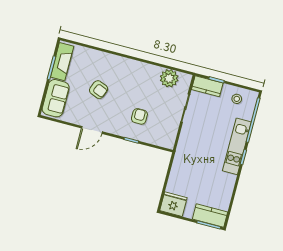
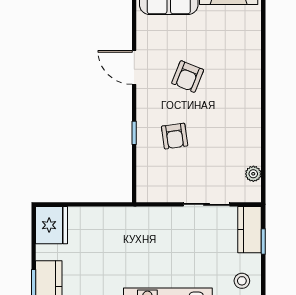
plant: (169, 78) -> (253, 174), width x0.53, depth x0.53
armchair: (99, 90) -> (188, 77), moved
armchair: (139, 116) -> (175, 136), turned 82

